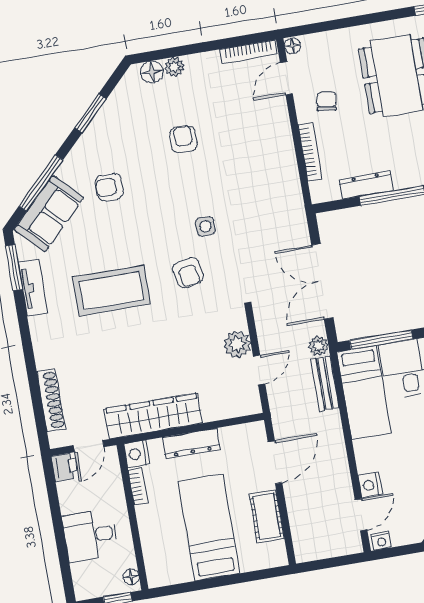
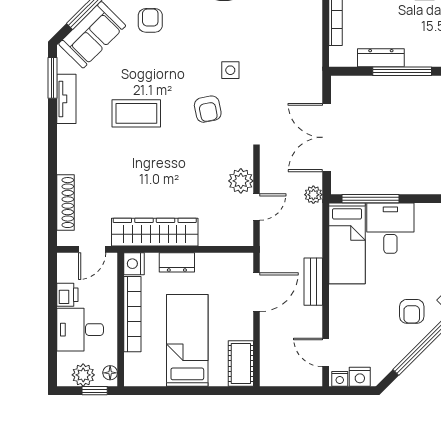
armchair: (109, 187) -> (150, 20), turned 90
coffee table: (111, 291) -> (136, 113), width x0.73, depth x0.76
bench: (325, 383) -> (313, 282), moved
dresser: (191, 443) -> (177, 262), width x0.70
printer: (65, 467) -> (67, 295), moved
nightstand: (370, 485) -> (360, 377), moved, turned -90
bookcase: (138, 486) -> (132, 314), width x2.31, depth x1.31
door: (361, 515) -> (326, 352), swing flipped
cot: (267, 516) -> (241, 364), moved
plant: (102, 584) -> (83, 375), added

